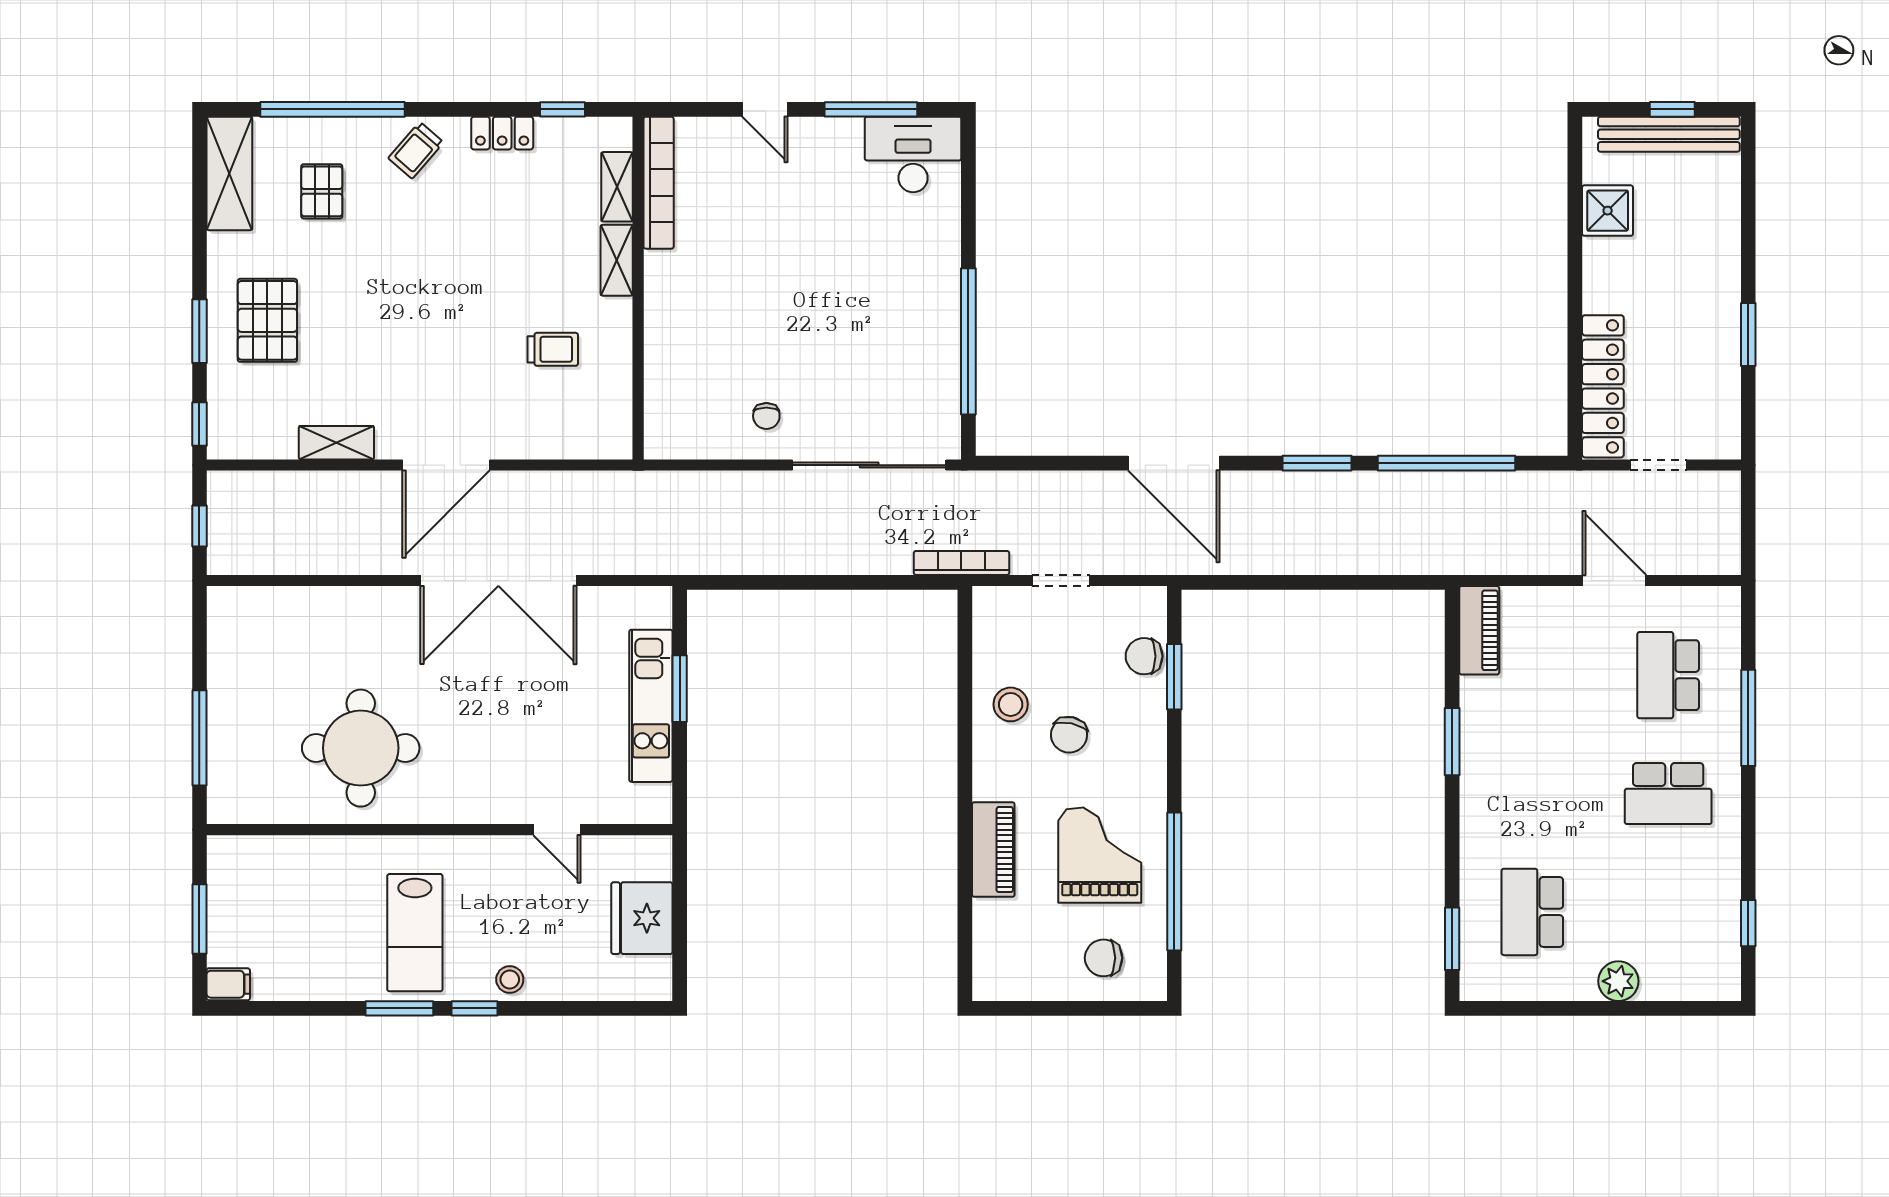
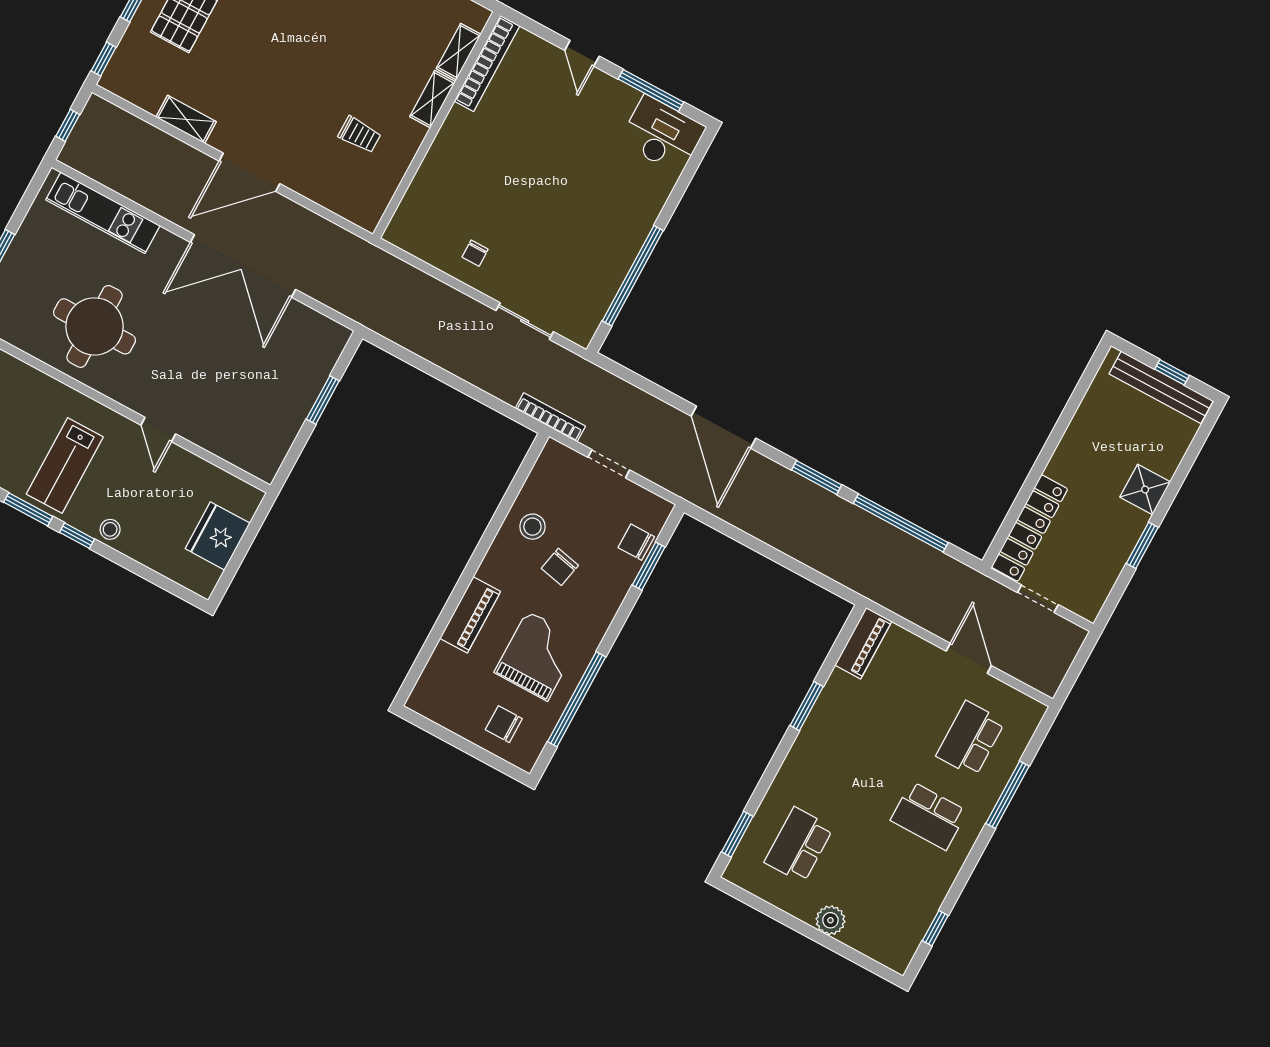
shower: (1608, 211) -> (1145, 490), moved
sliding door: (869, 465) -> (525, 321), width x0.54
kitchen unit: (651, 706) -> (103, 213), moved, turned -90
door: (557, 830) -> (158, 429), moved

